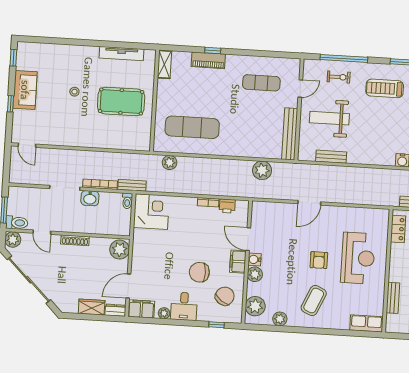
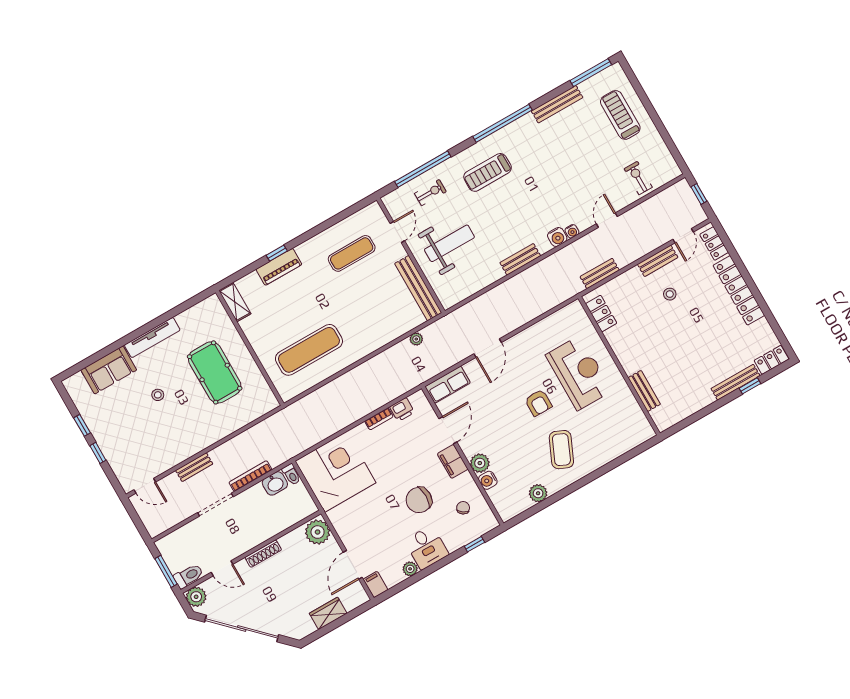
tv unit: (122, 54) -> (152, 337), moved
window: (13, 58) -> (82, 425), moved
sofa: (25, 90) -> (109, 370), moved, turned 90
pool table: (121, 101) -> (215, 372), turned 90
weight bench: (329, 118) -> (449, 243), turned 180
bench: (331, 157) -> (520, 259), moved
plant: (170, 163) -> (310, 404), removed
plant: (262, 170) -> (416, 339), width x0.53, depth x0.53
bench: (132, 185) -> (194, 467), moved
washbasin: (90, 198) -> (275, 483), moved
corner desk: (151, 212) -> (336, 472), width x1.36, depth x1.36
door: (248, 239) -> (448, 430), swing flipped
water cooler: (254, 259) -> (488, 480), moved
chair: (225, 296) -> (463, 508), width x0.54, depth x0.54
plant: (255, 306) -> (503, 497), removed
filing cabinet: (141, 309) -> (375, 584), width x0.50
dresser: (115, 310) -> (356, 600), removed
row of seats: (366, 323) -> (448, 385), moved, turned 180

